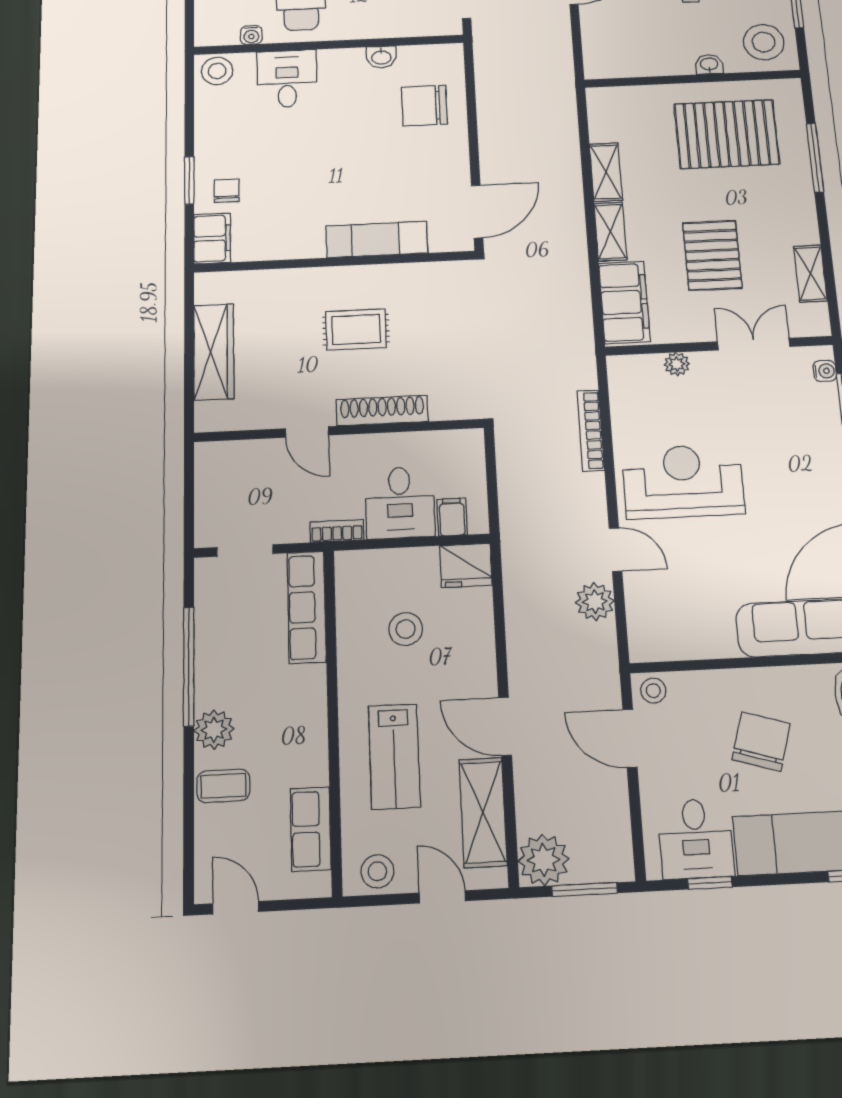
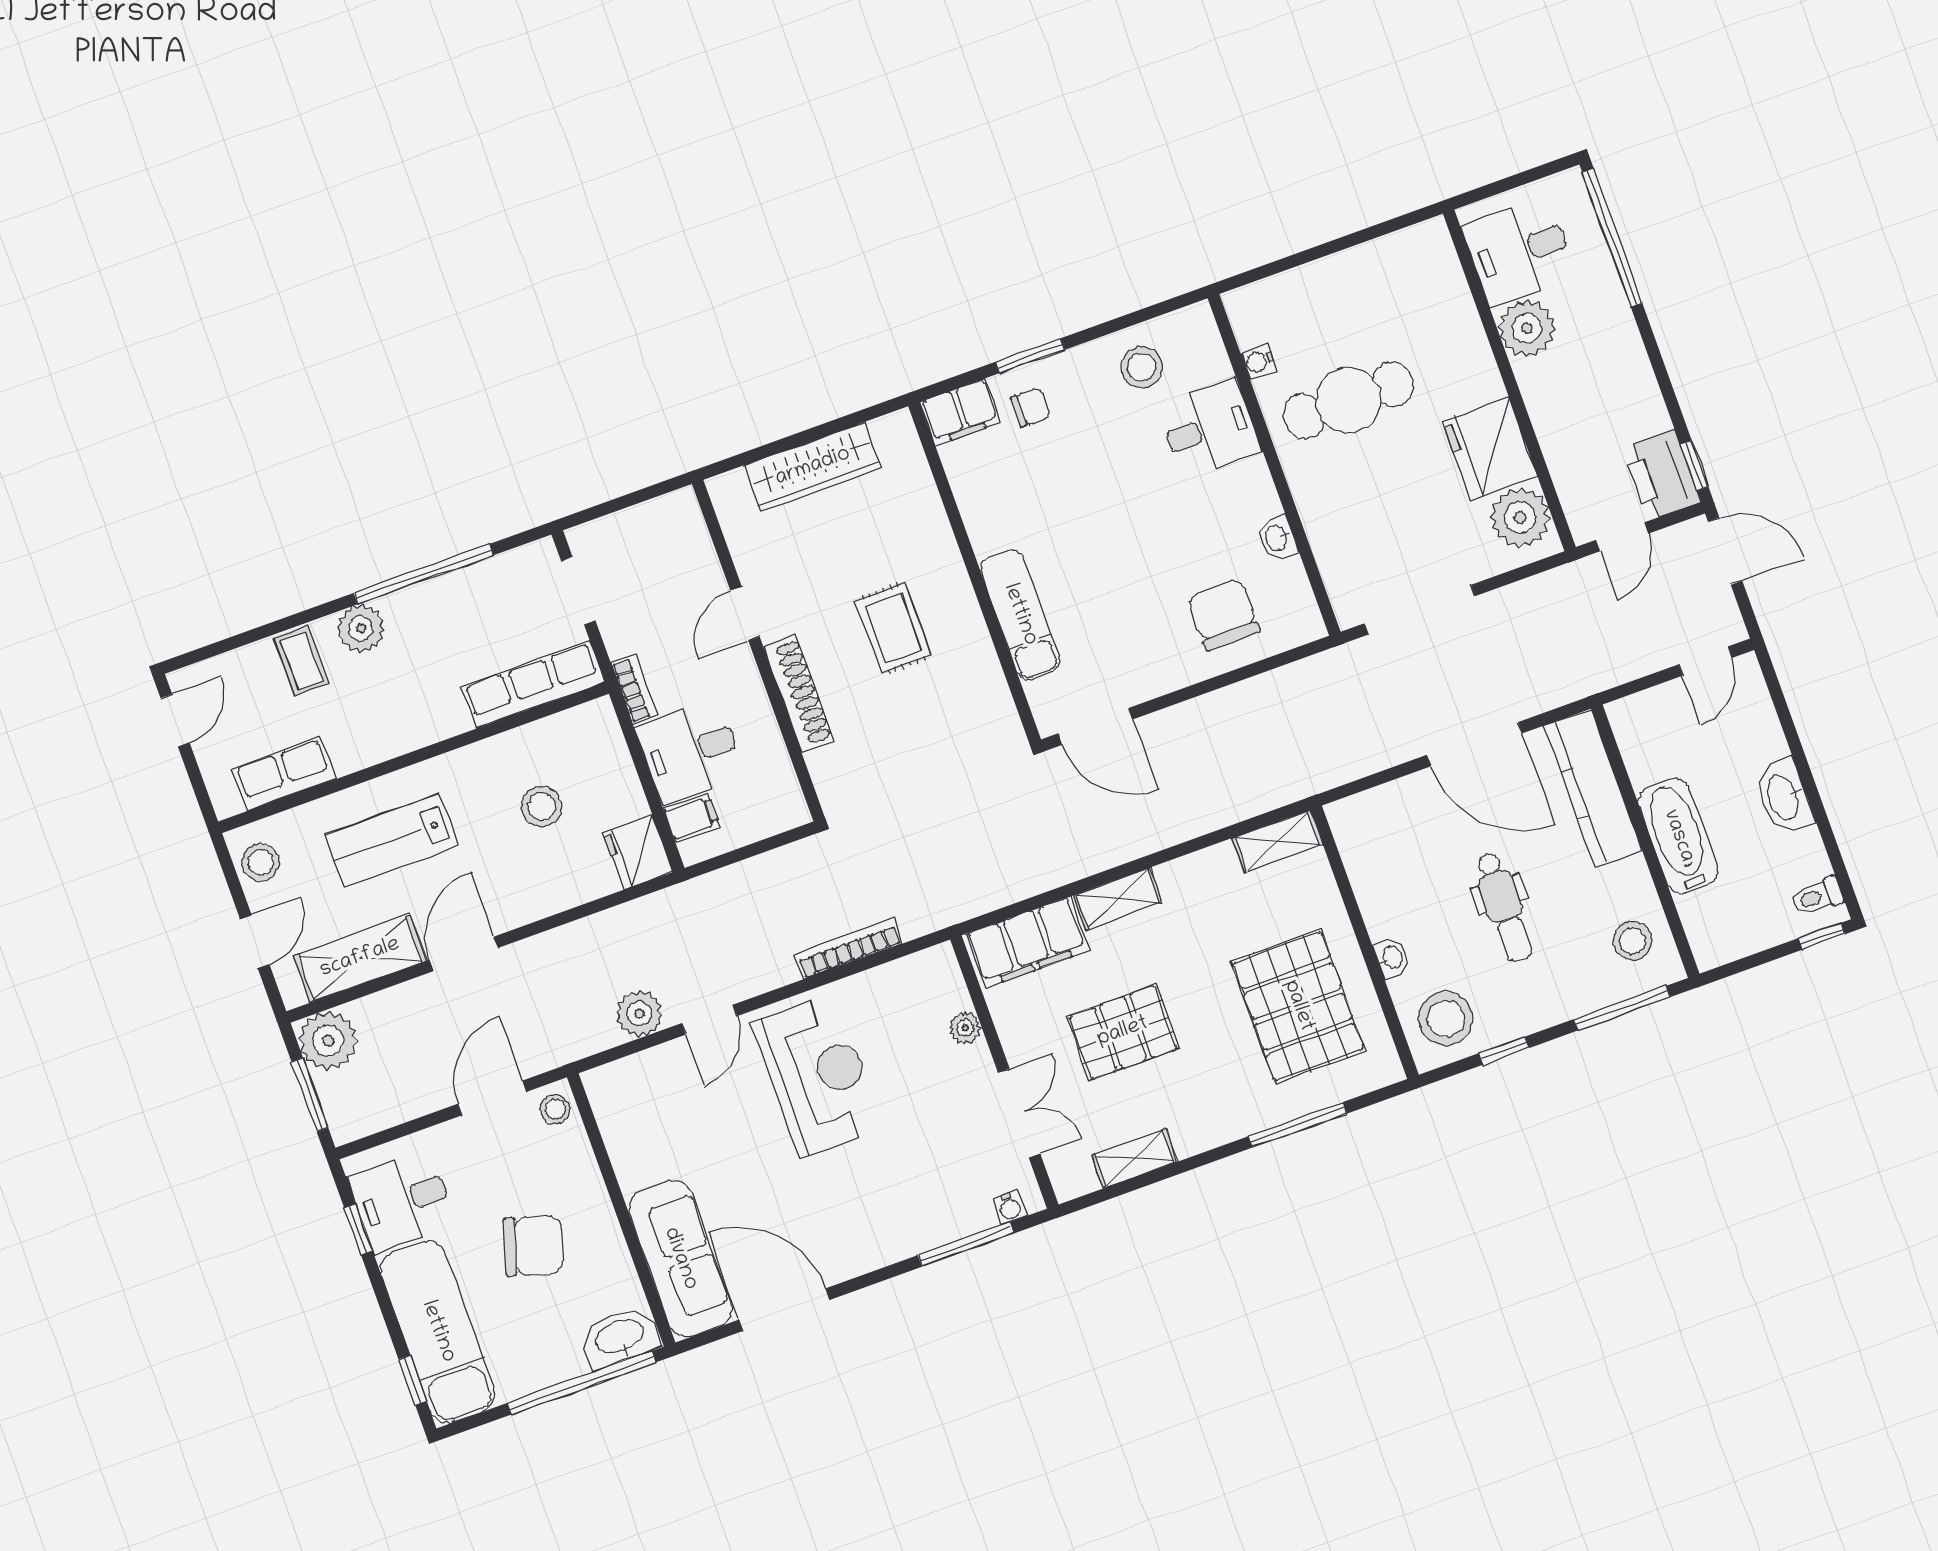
stool: (217, 71) -> (1142, 367), moved
shelving: (606, 172) -> (1278, 841), moved

